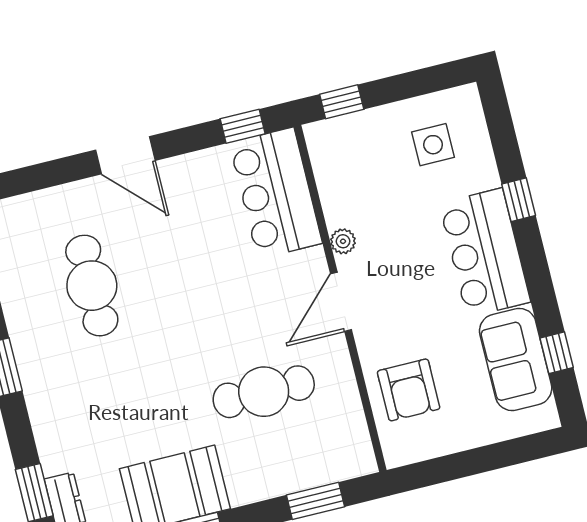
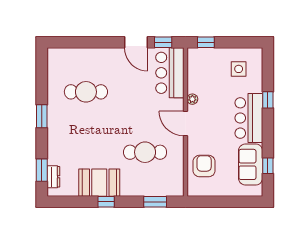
door: (125, 155) -> (136, 42), moved
cafe table: (92, 286) -> (86, 92), turned 90
door: (341, 302) -> (185, 123), hinge flipped
armchair: (409, 390) -> (204, 166), turned 180

